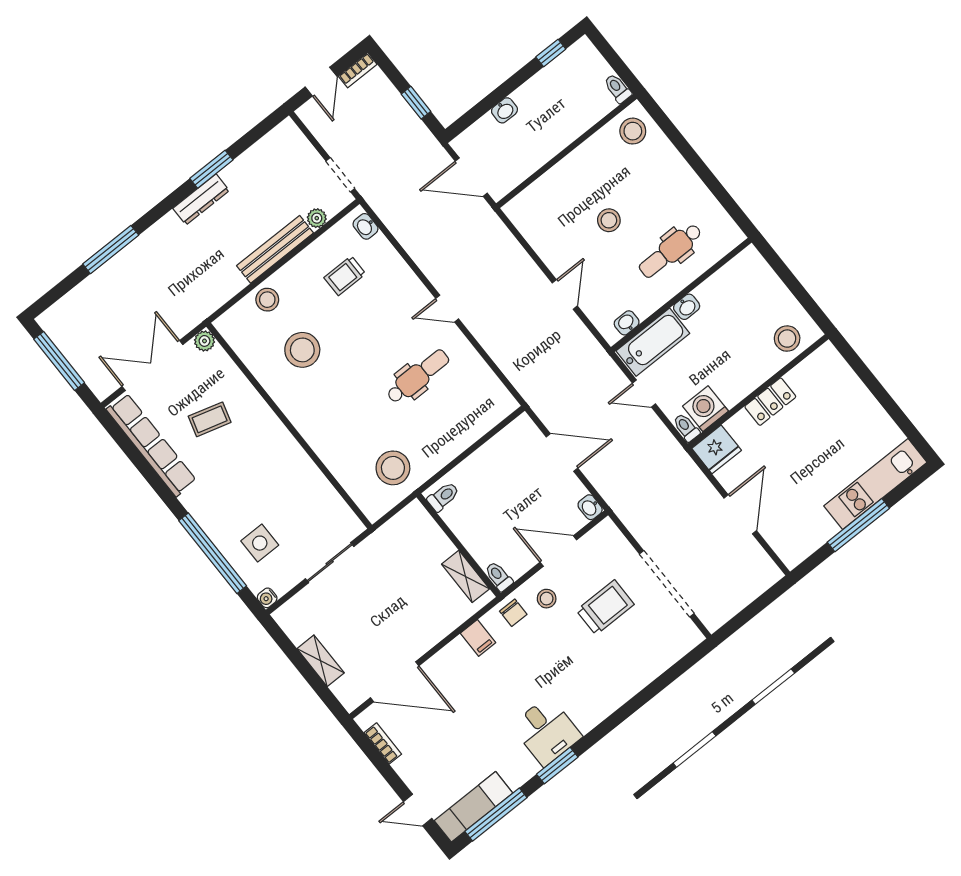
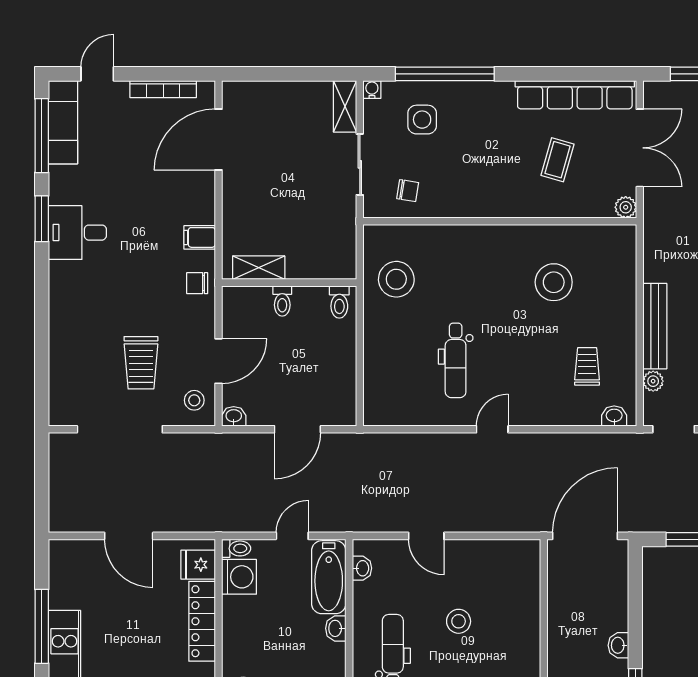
washbasin: (504, 110) -> (618, 645), moved
door: (471, 177) -> (585, 536), width x1.36
stool: (267, 300) -> (618, 286), removed
locker: (770, 402) -> (202, 621), width x1.53
fridge: (717, 449) -> (198, 565), width x0.72
chair: (321, 512) -> (408, 191), added
toilet: (499, 576) -> (282, 301), moved, turned 90
stool: (547, 599) -> (194, 400), moved
shelving: (321, 661) -> (345, 106), moved, turned 90
bookcase: (383, 743) -> (163, 89), width x1.56

